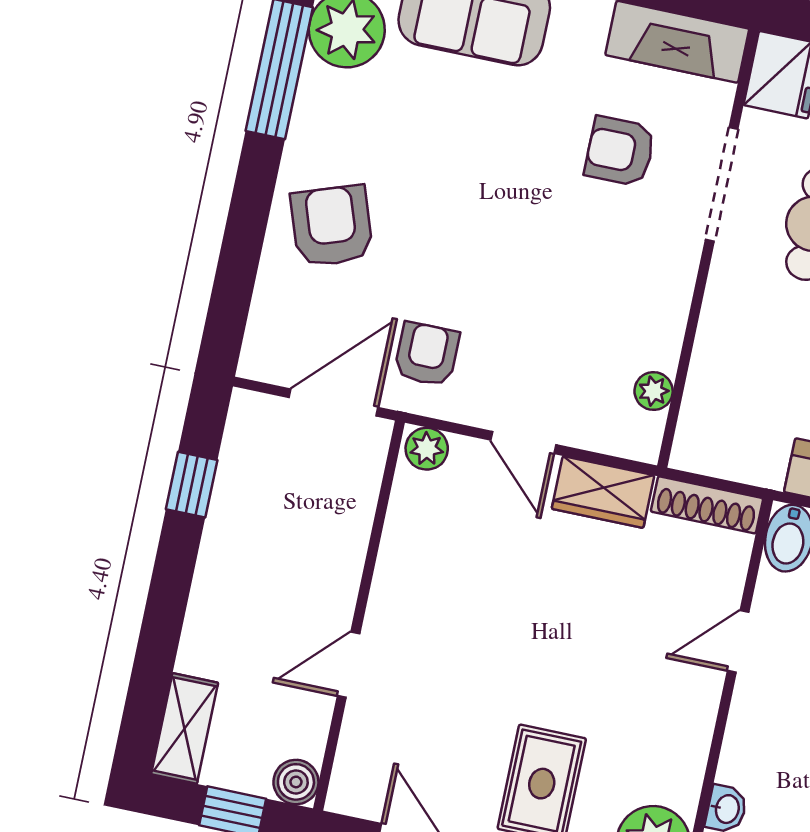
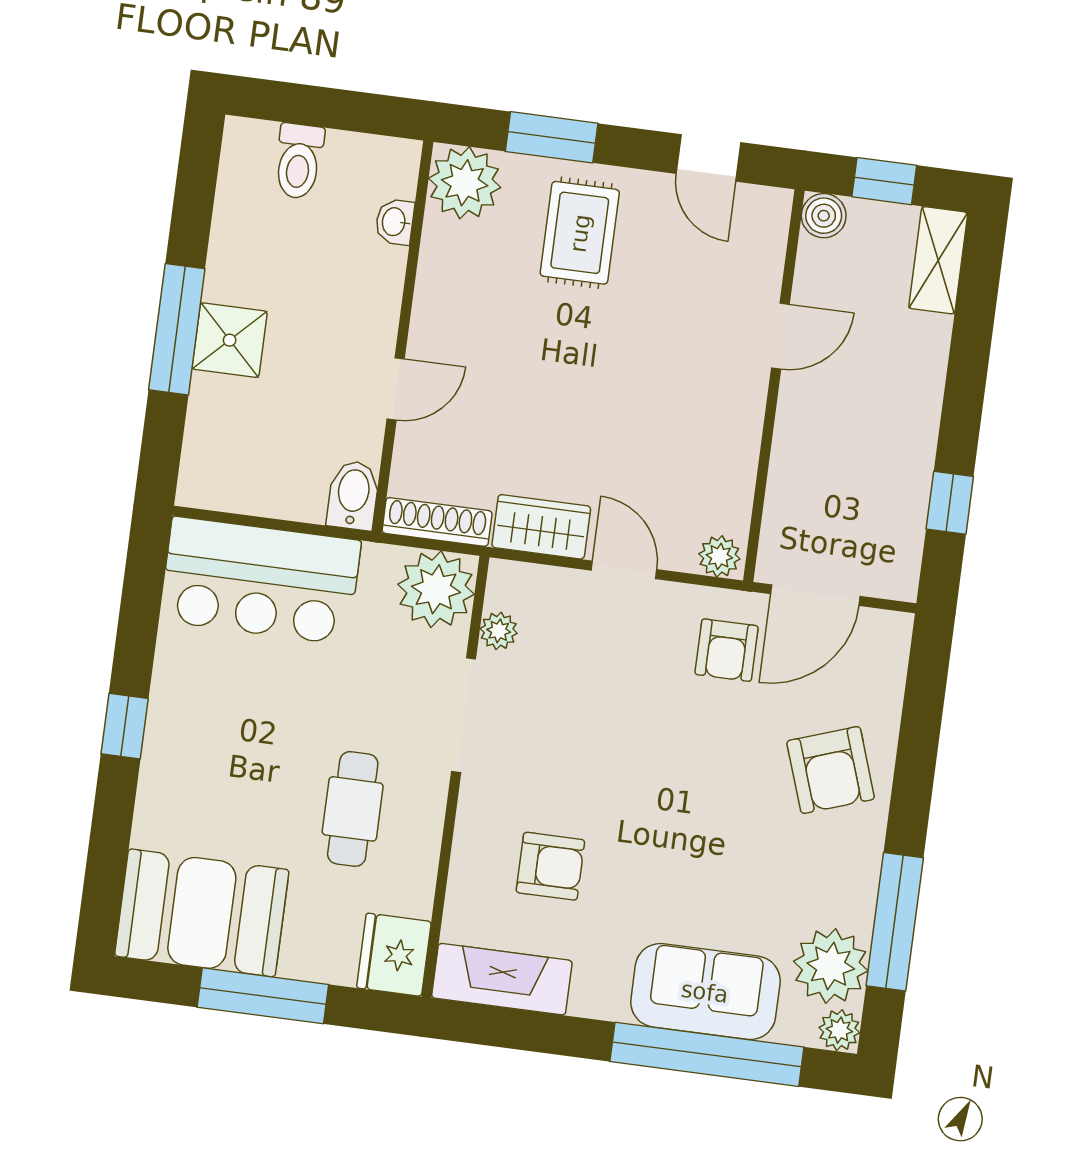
doorway: (722, 184) -> (464, 715), moved
plant: (713, 438) -> (436, 589), added

